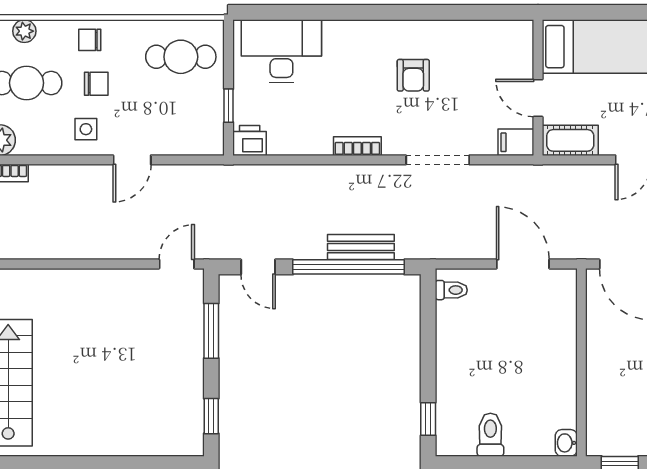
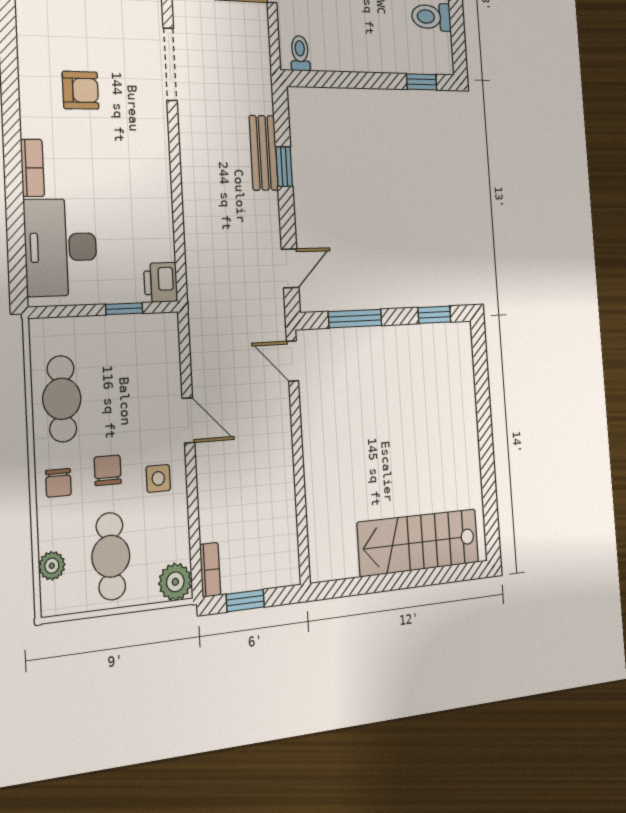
cafe table: (181, 57) -> (62, 399), moved
bookcase: (357, 146) -> (32, 168), moved, turned 180
window: (349, 267) -> (284, 167), width x0.32

